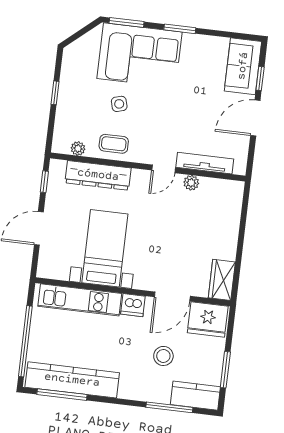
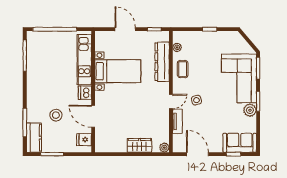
plant: (193, 44) -> (250, 110), added
side table: (119, 104) -> (196, 100), moved
door: (255, 118) -> (197, 154), moved
tv unit: (205, 163) -> (177, 121), width x0.71
door: (164, 169) -> (171, 101), swing flipped
plant: (191, 183) -> (164, 148), moved
wardrobe: (222, 280) -> (139, 145), moved
fridge: (208, 319) -> (84, 140), width x0.53, depth x0.75
kitchen counter: (72, 380) -> (34, 61), removed

